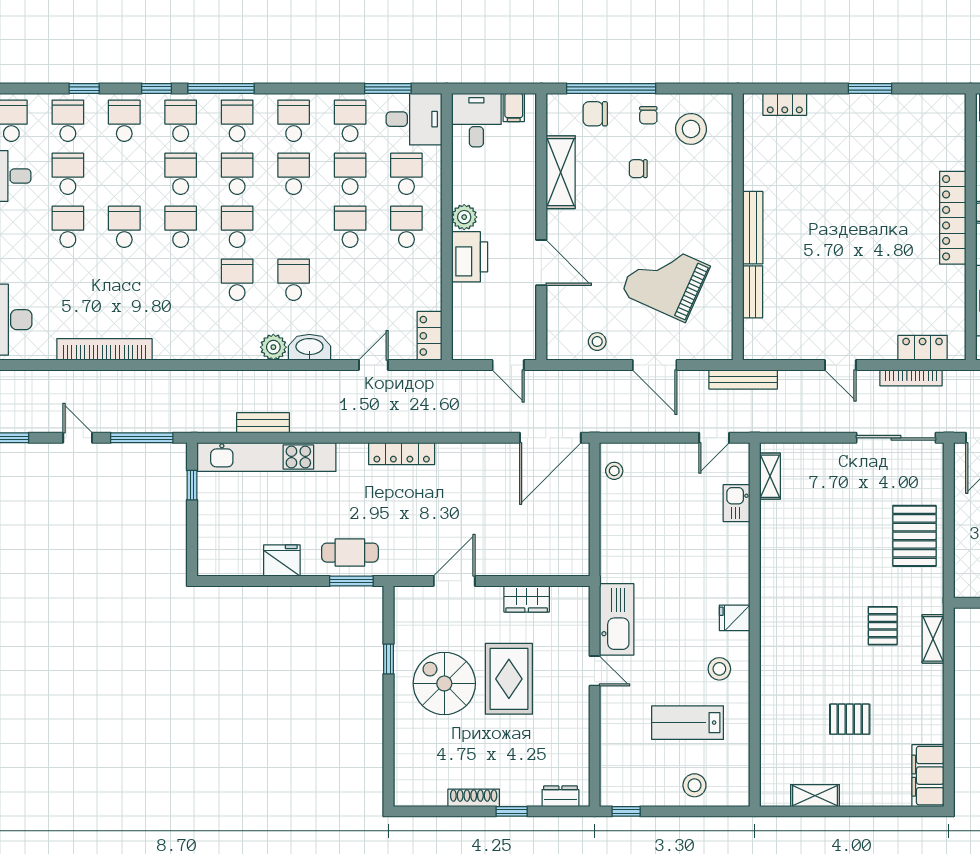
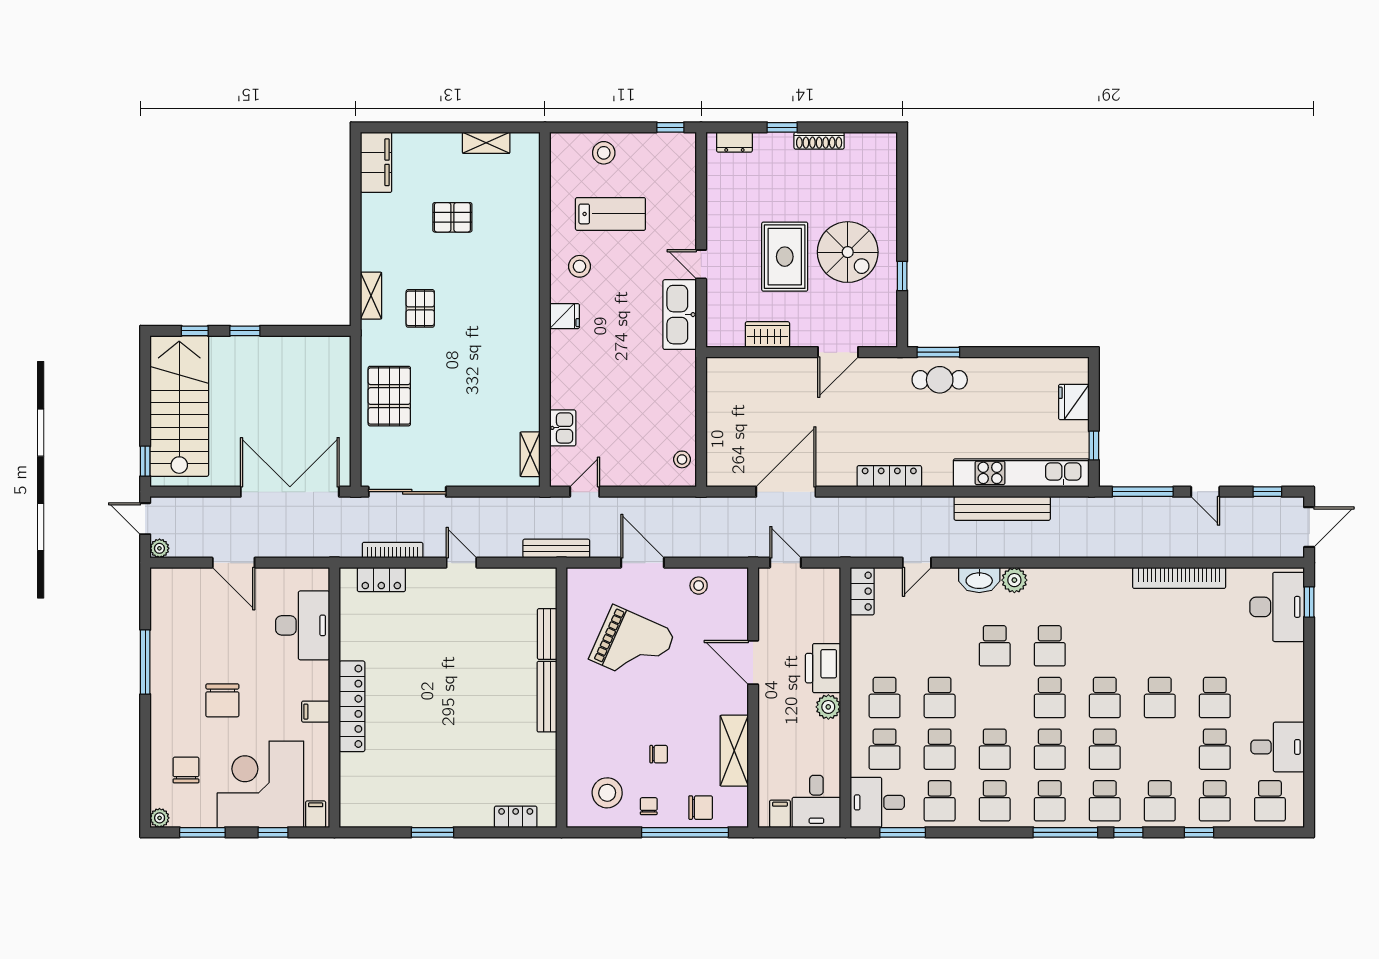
bench: (263, 423) -> (1002, 508), width x1.86, depth x1.21
door: (550, 438) -> (786, 492), moved
fridge: (282, 560) -> (1074, 402), moved, turned 90

